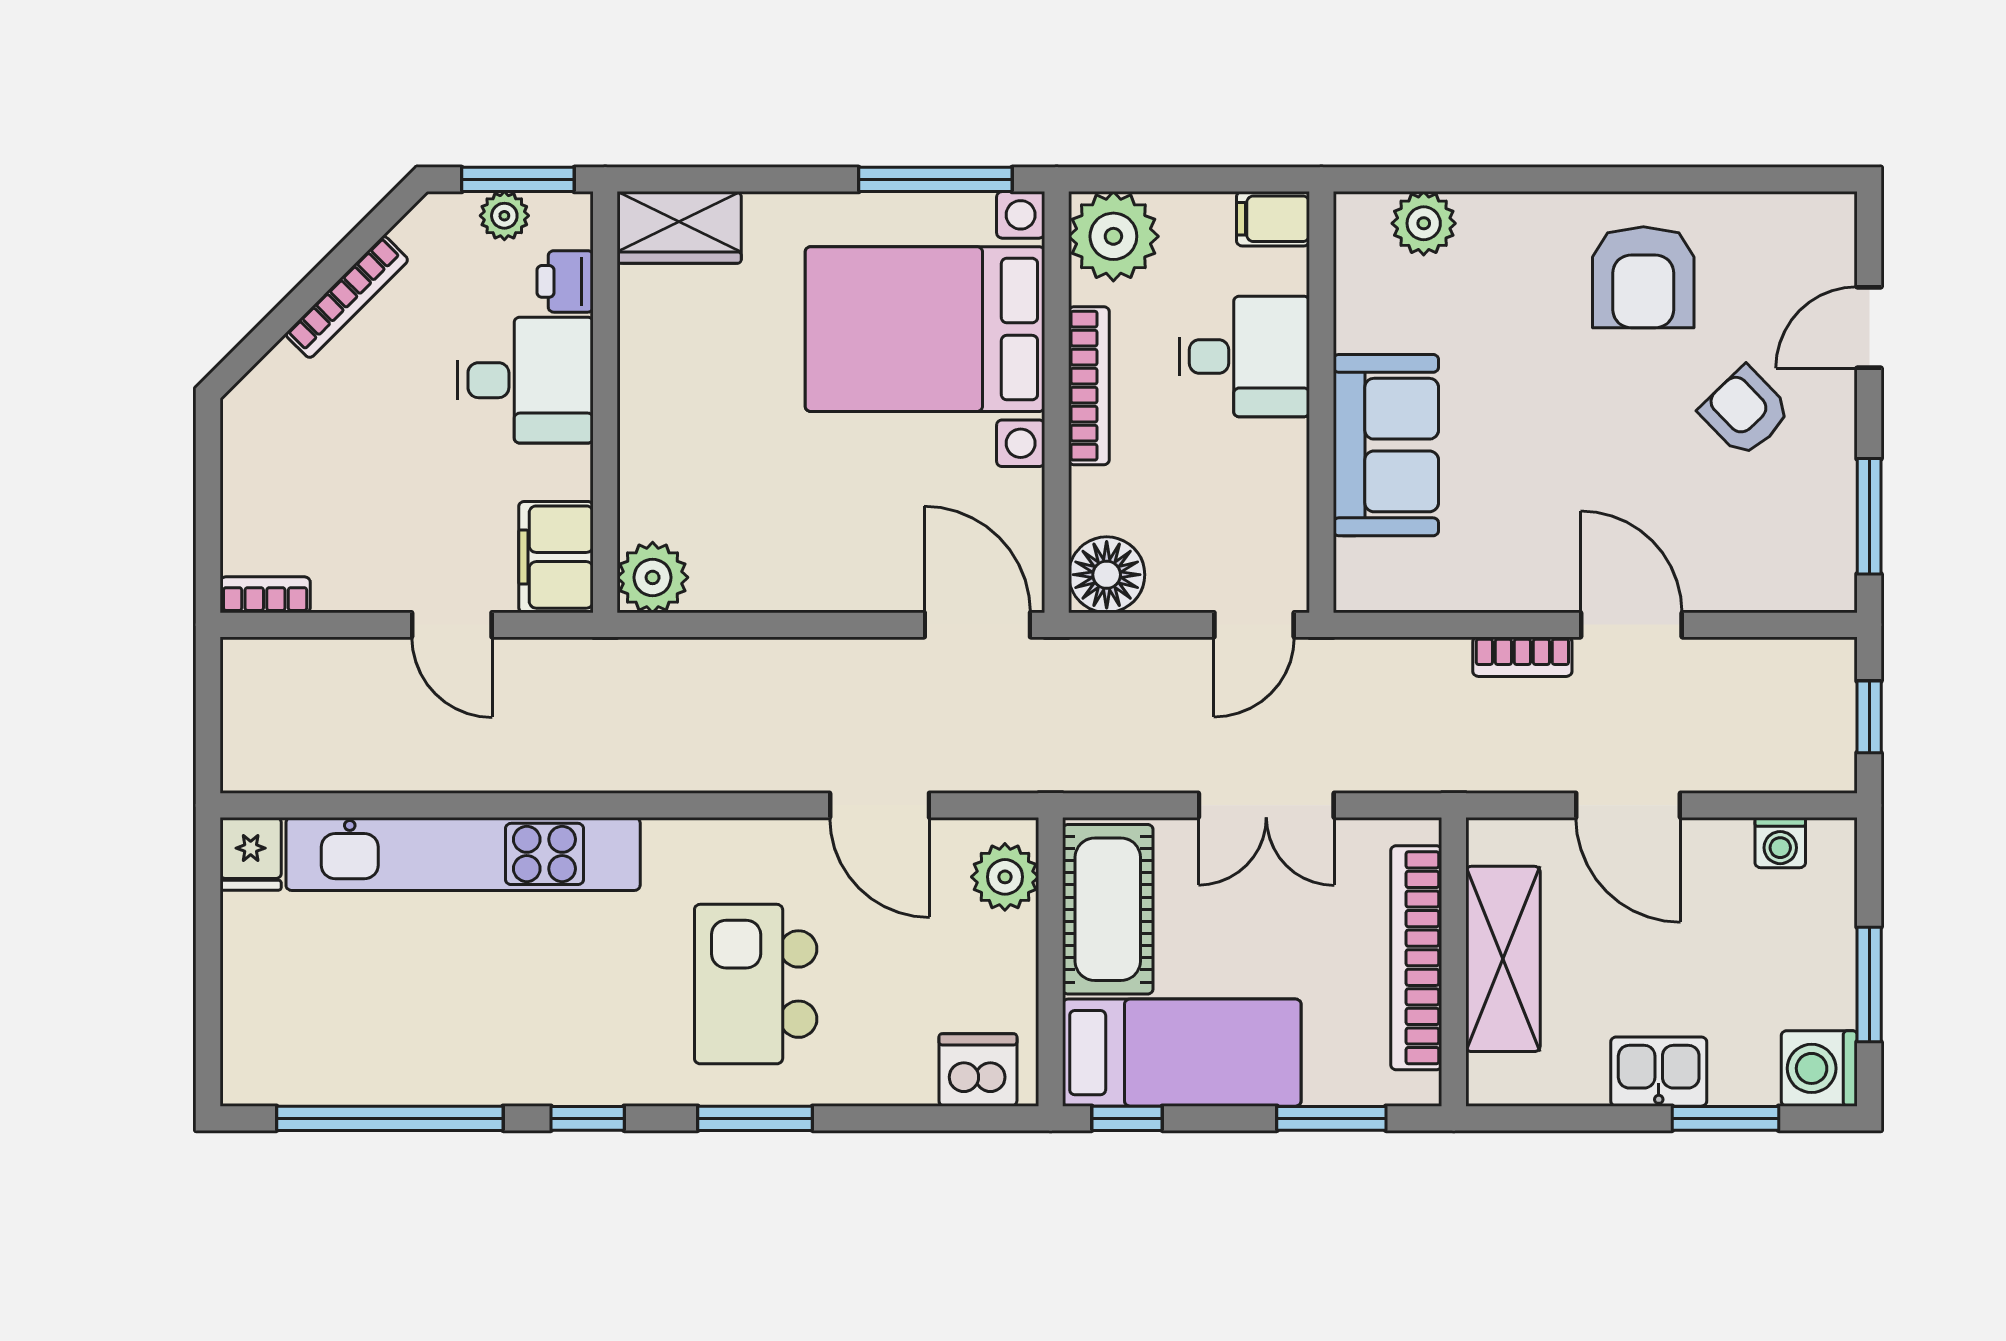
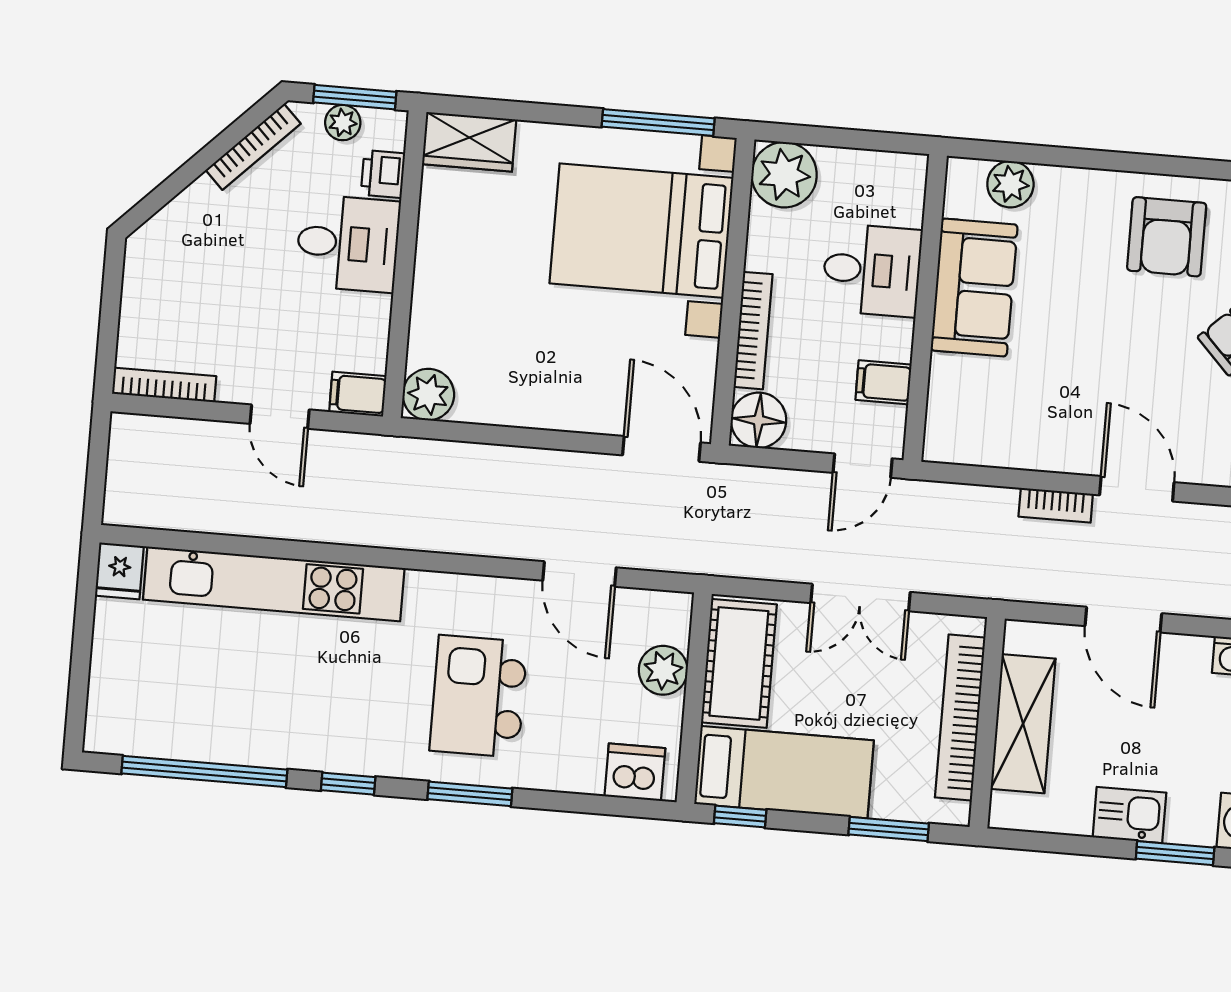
filing cabinet: (1273, 219) -> (883, 382), moved
bookcase: (347, 297) -> (253, 147), moved
bookcase: (1089, 386) -> (753, 331), moved
sofa: (1386, 445) -> (974, 287), moved
filing cabinet: (556, 557) -> (358, 394), width x0.50
bookcase: (265, 595) -> (164, 385), width x1.56
plant: (1005, 877) -> (663, 670), moved

